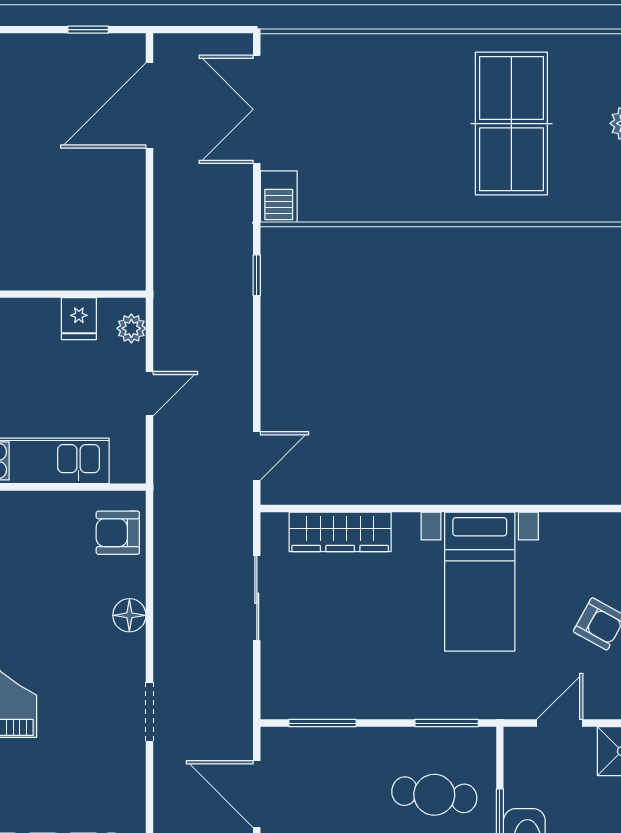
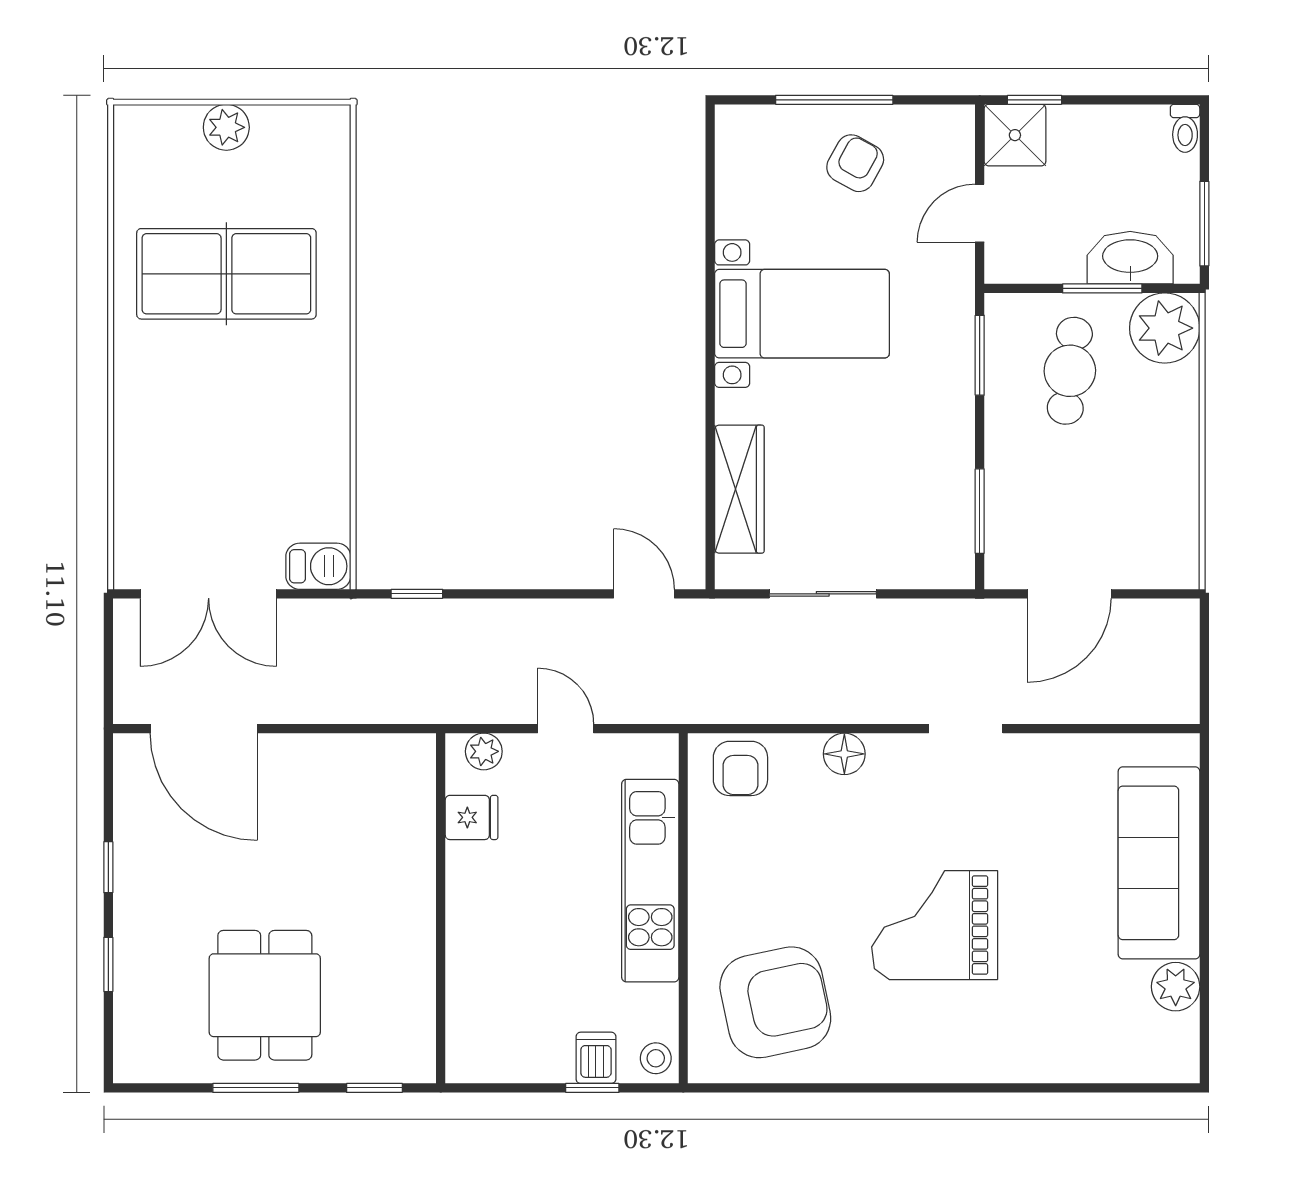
window: (88, 30) -> (108, 867), moved
door: (560, 723) -> (980, 213), hinge flipped

